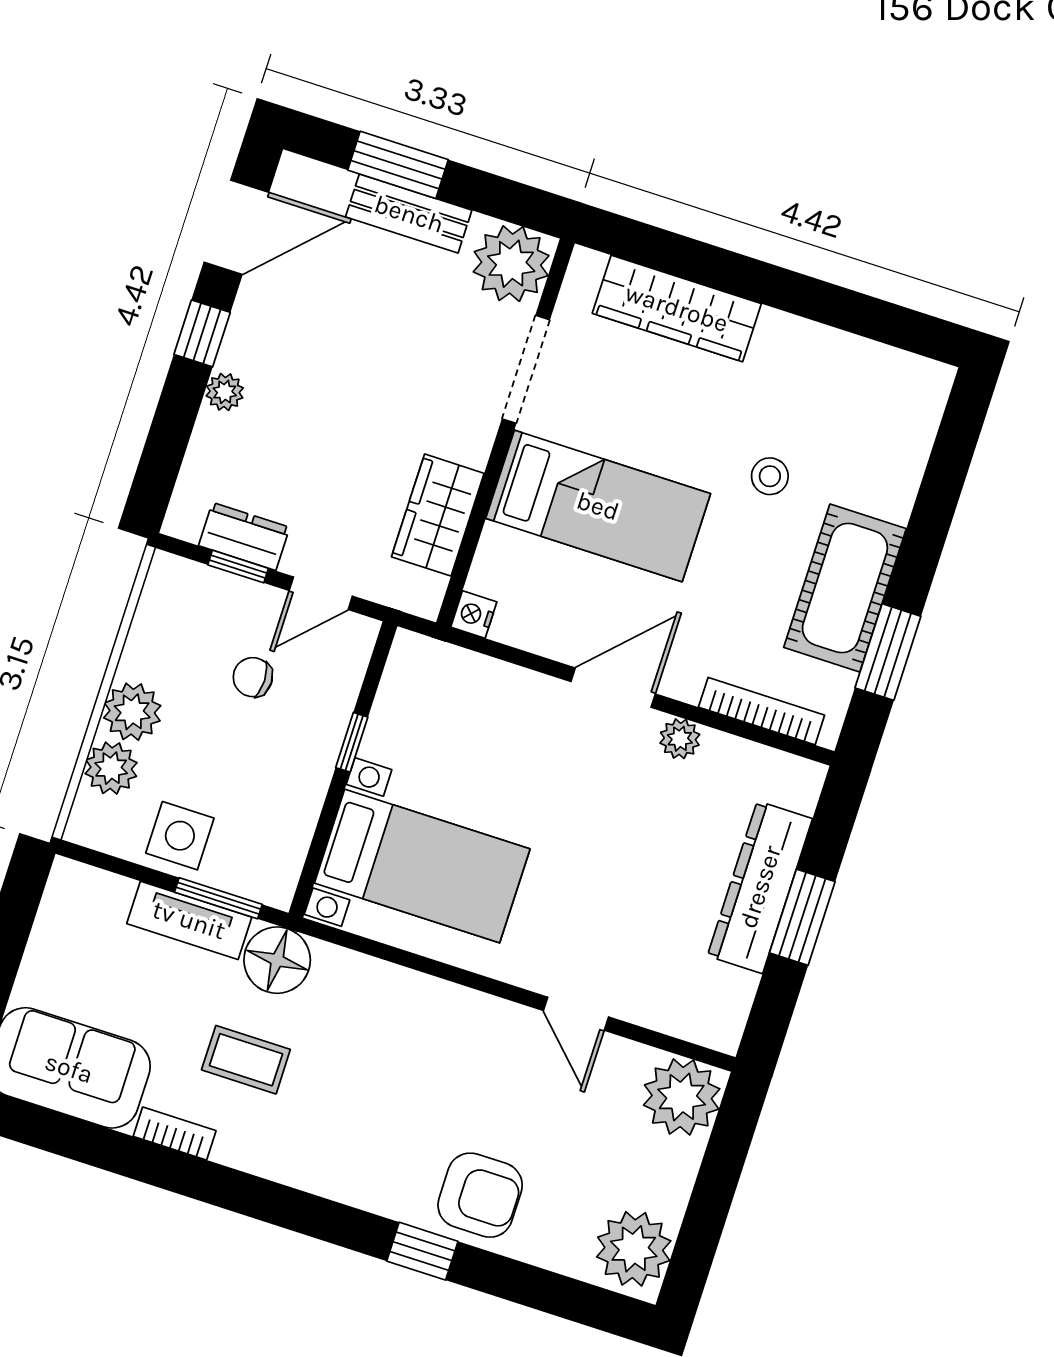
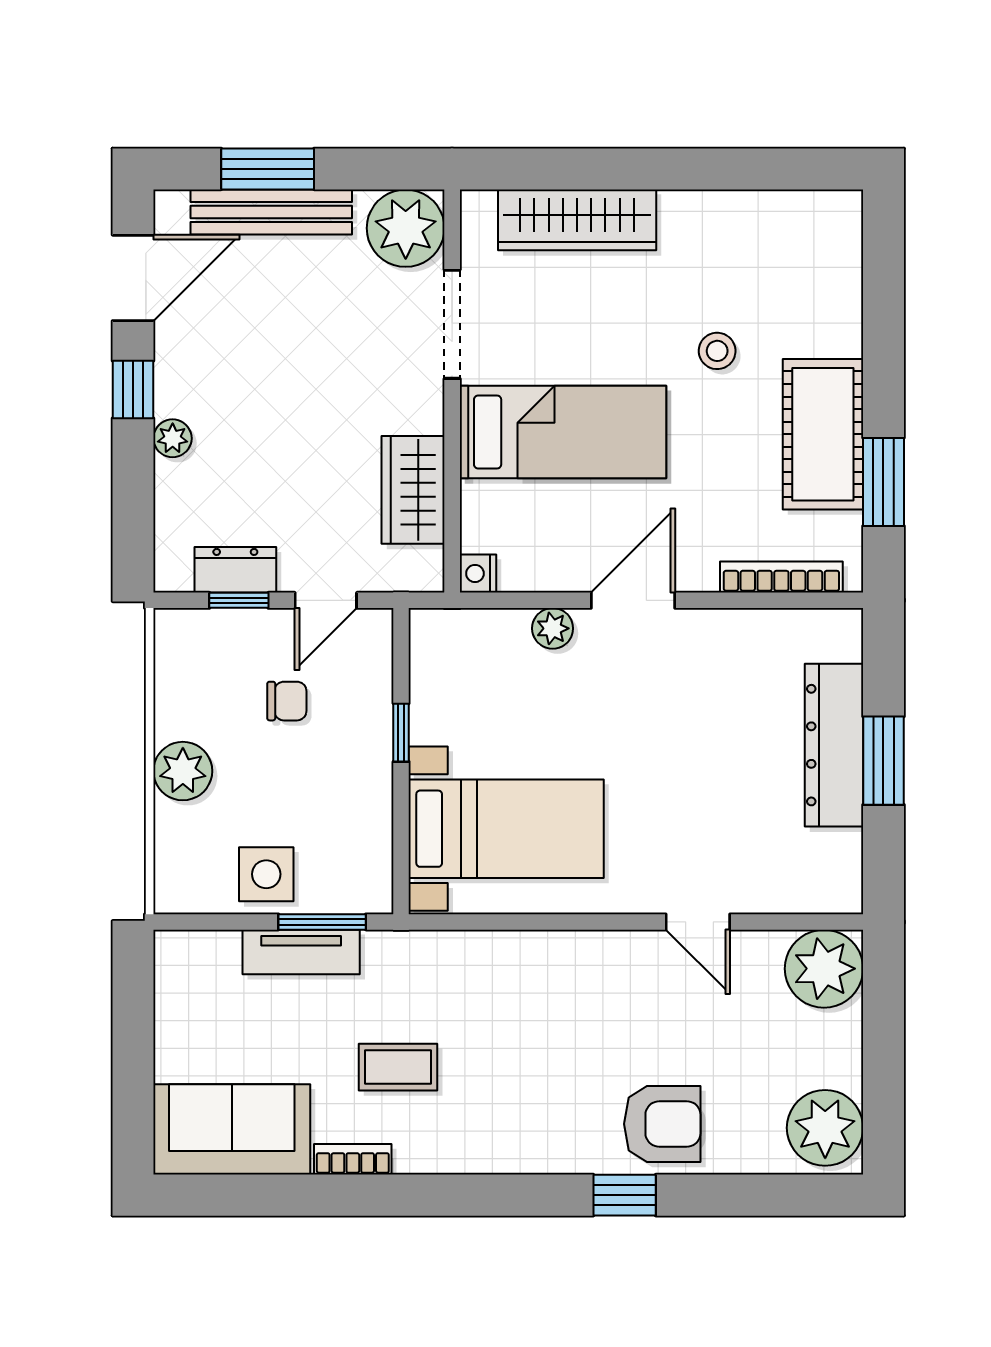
bench: (409, 214) -> (271, 212), width x1.36
chair: (253, 677) -> (287, 701), turned 180
plant: (680, 739) -> (553, 628), moved
plant: (111, 768) -> (180, 831), removed
floor lamp: (277, 960) -> (397, 963), removed

